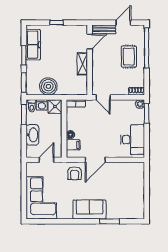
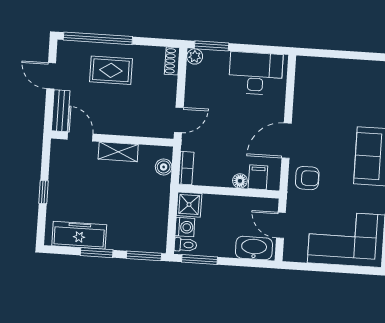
boiler: (48, 86) -> (164, 167), moved, width x0.54, depth x0.54
washbasin: (32, 135) -> (254, 248), moved
door: (95, 160) -> (287, 141), swing flipped

